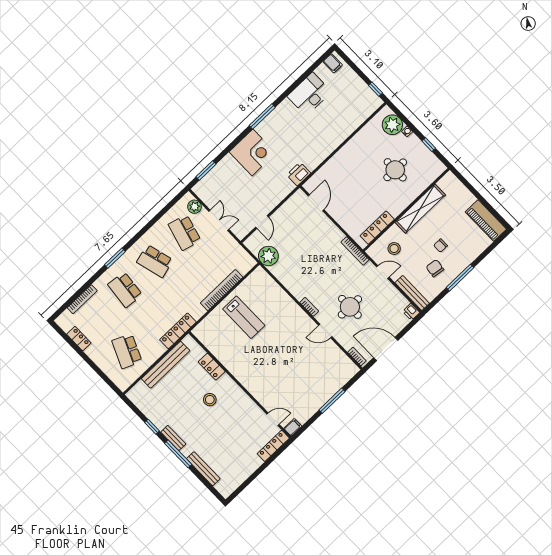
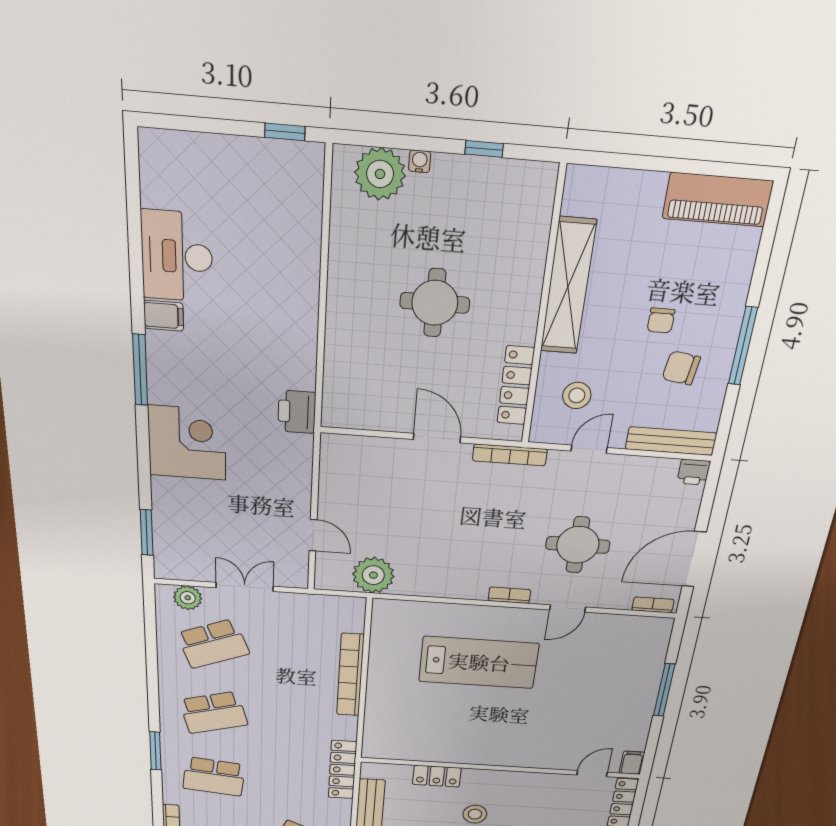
filing cabinet: (333, 63) -> (164, 316), moved
round table: (395, 170) -> (435, 303), moved
door: (316, 203) -> (437, 438), moved
school desk: (185, 232) -> (213, 644), turned -36
lab bench: (244, 317) -> (479, 662), moved, width x1.36, depth x1.39

